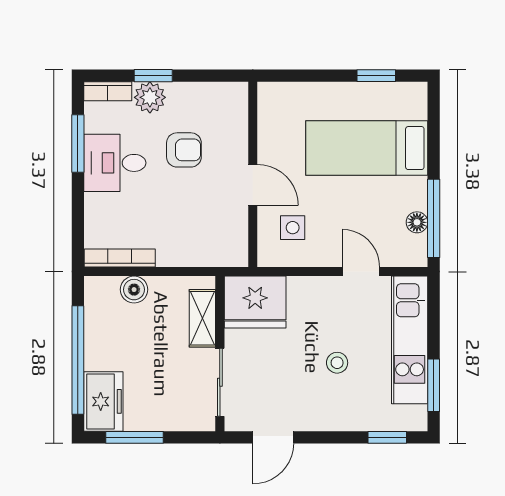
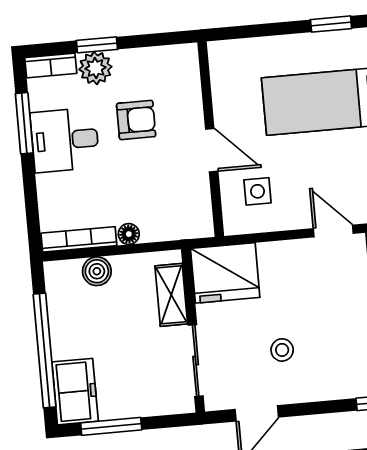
floor lamp: (167, 257) -> (129, 234), added
stool: (337, 363) -> (282, 350), moved

